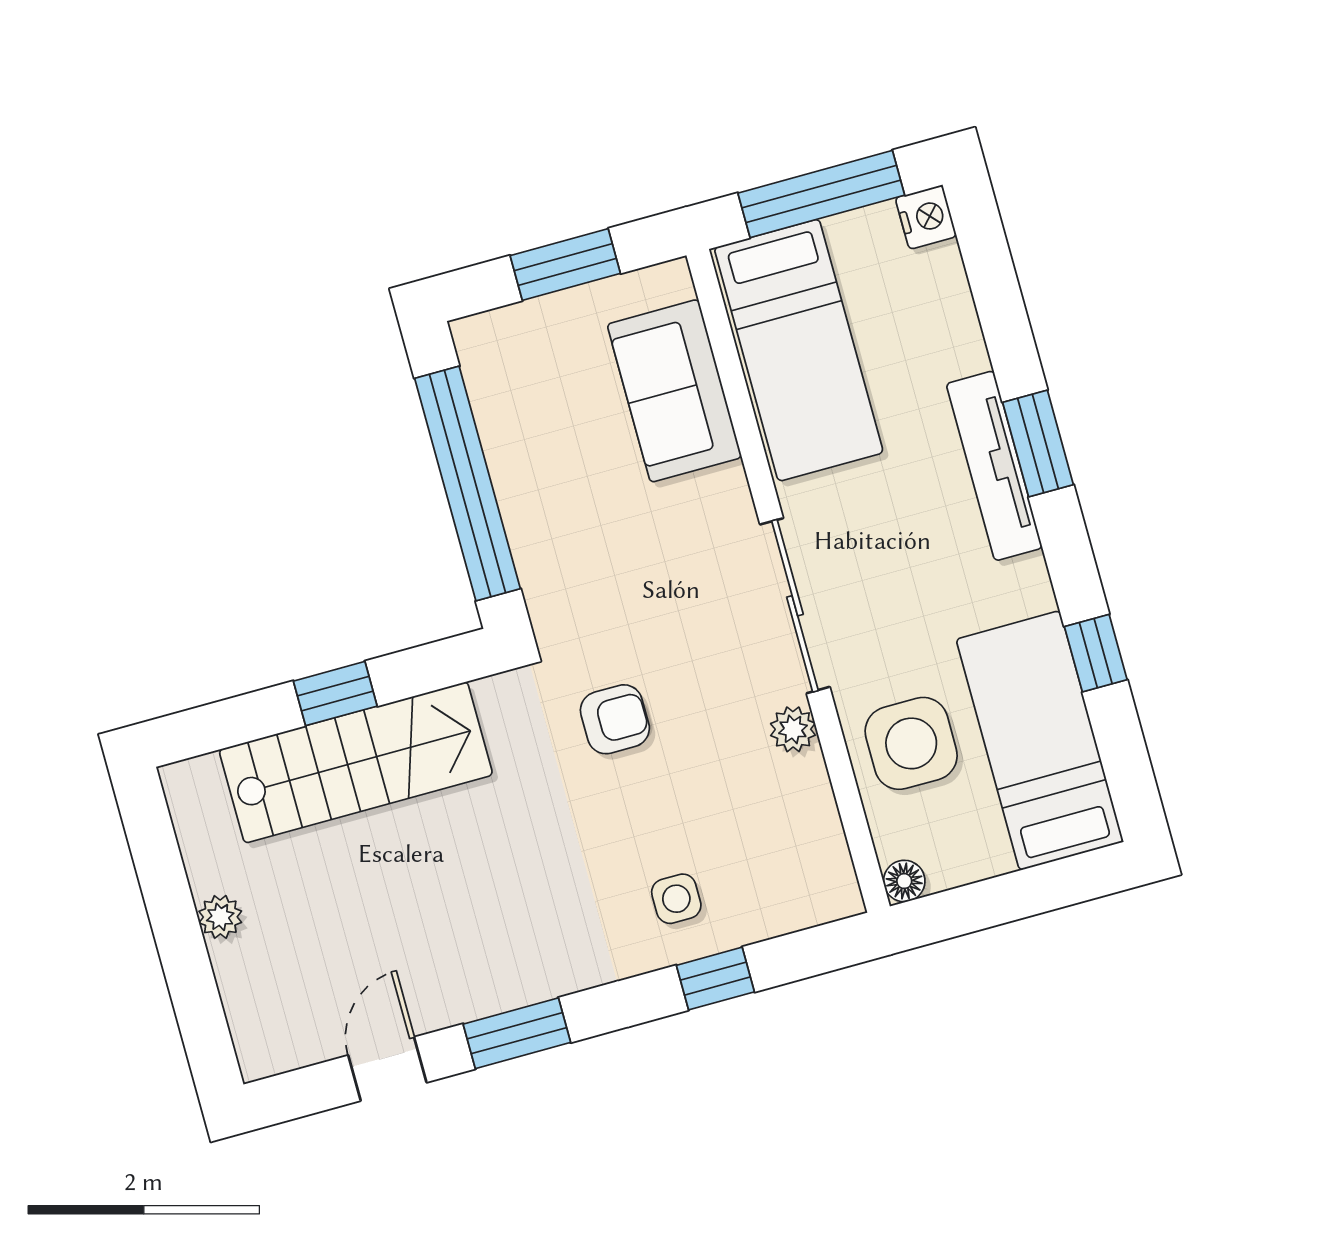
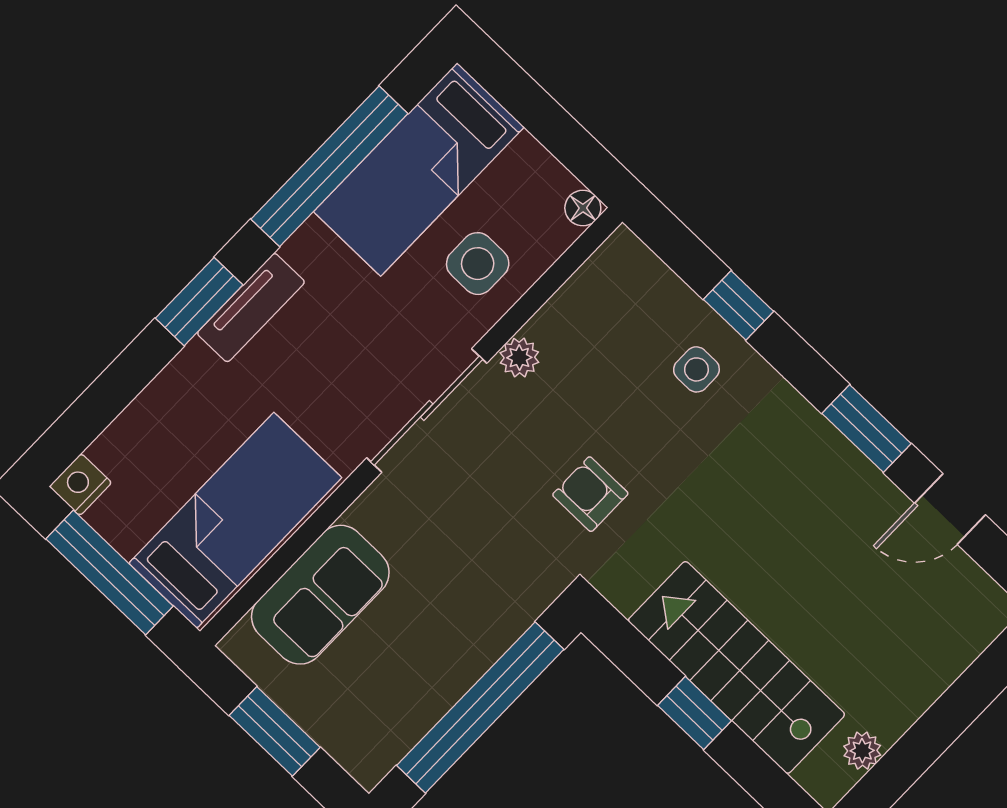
tv unit: (994, 466) -> (251, 308), width x0.71
window: (1096, 653) -> (329, 166), width x3.17
side table: (911, 743) -> (478, 264), width x0.73, depth x0.73
plant: (220, 917) -> (862, 751), moved

